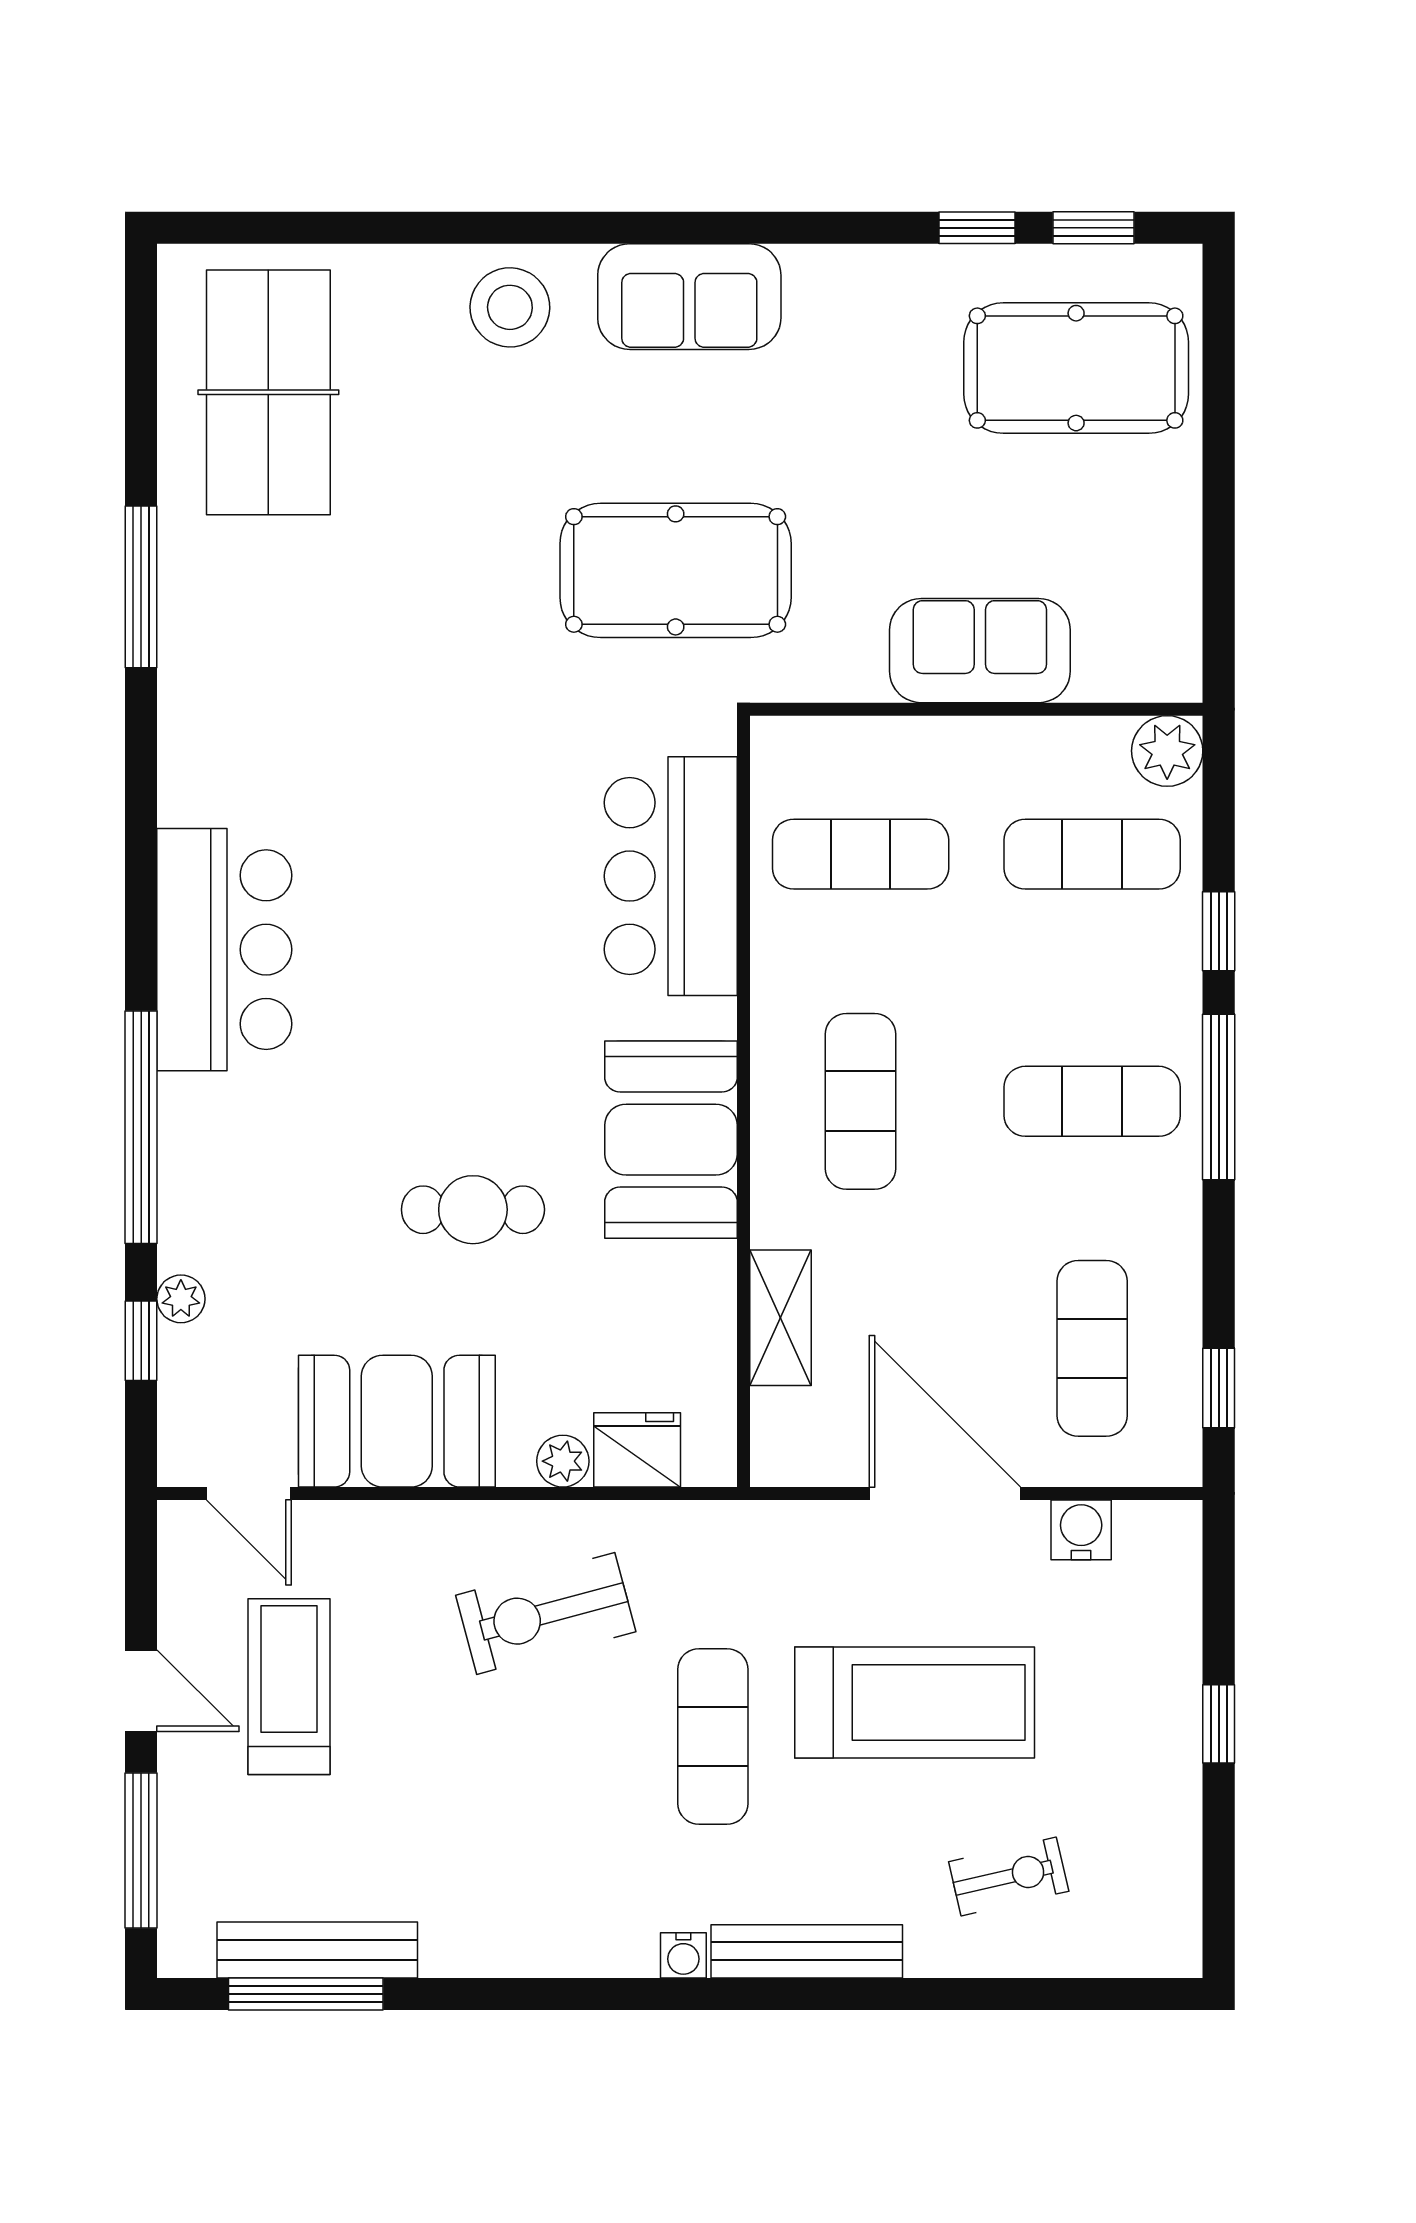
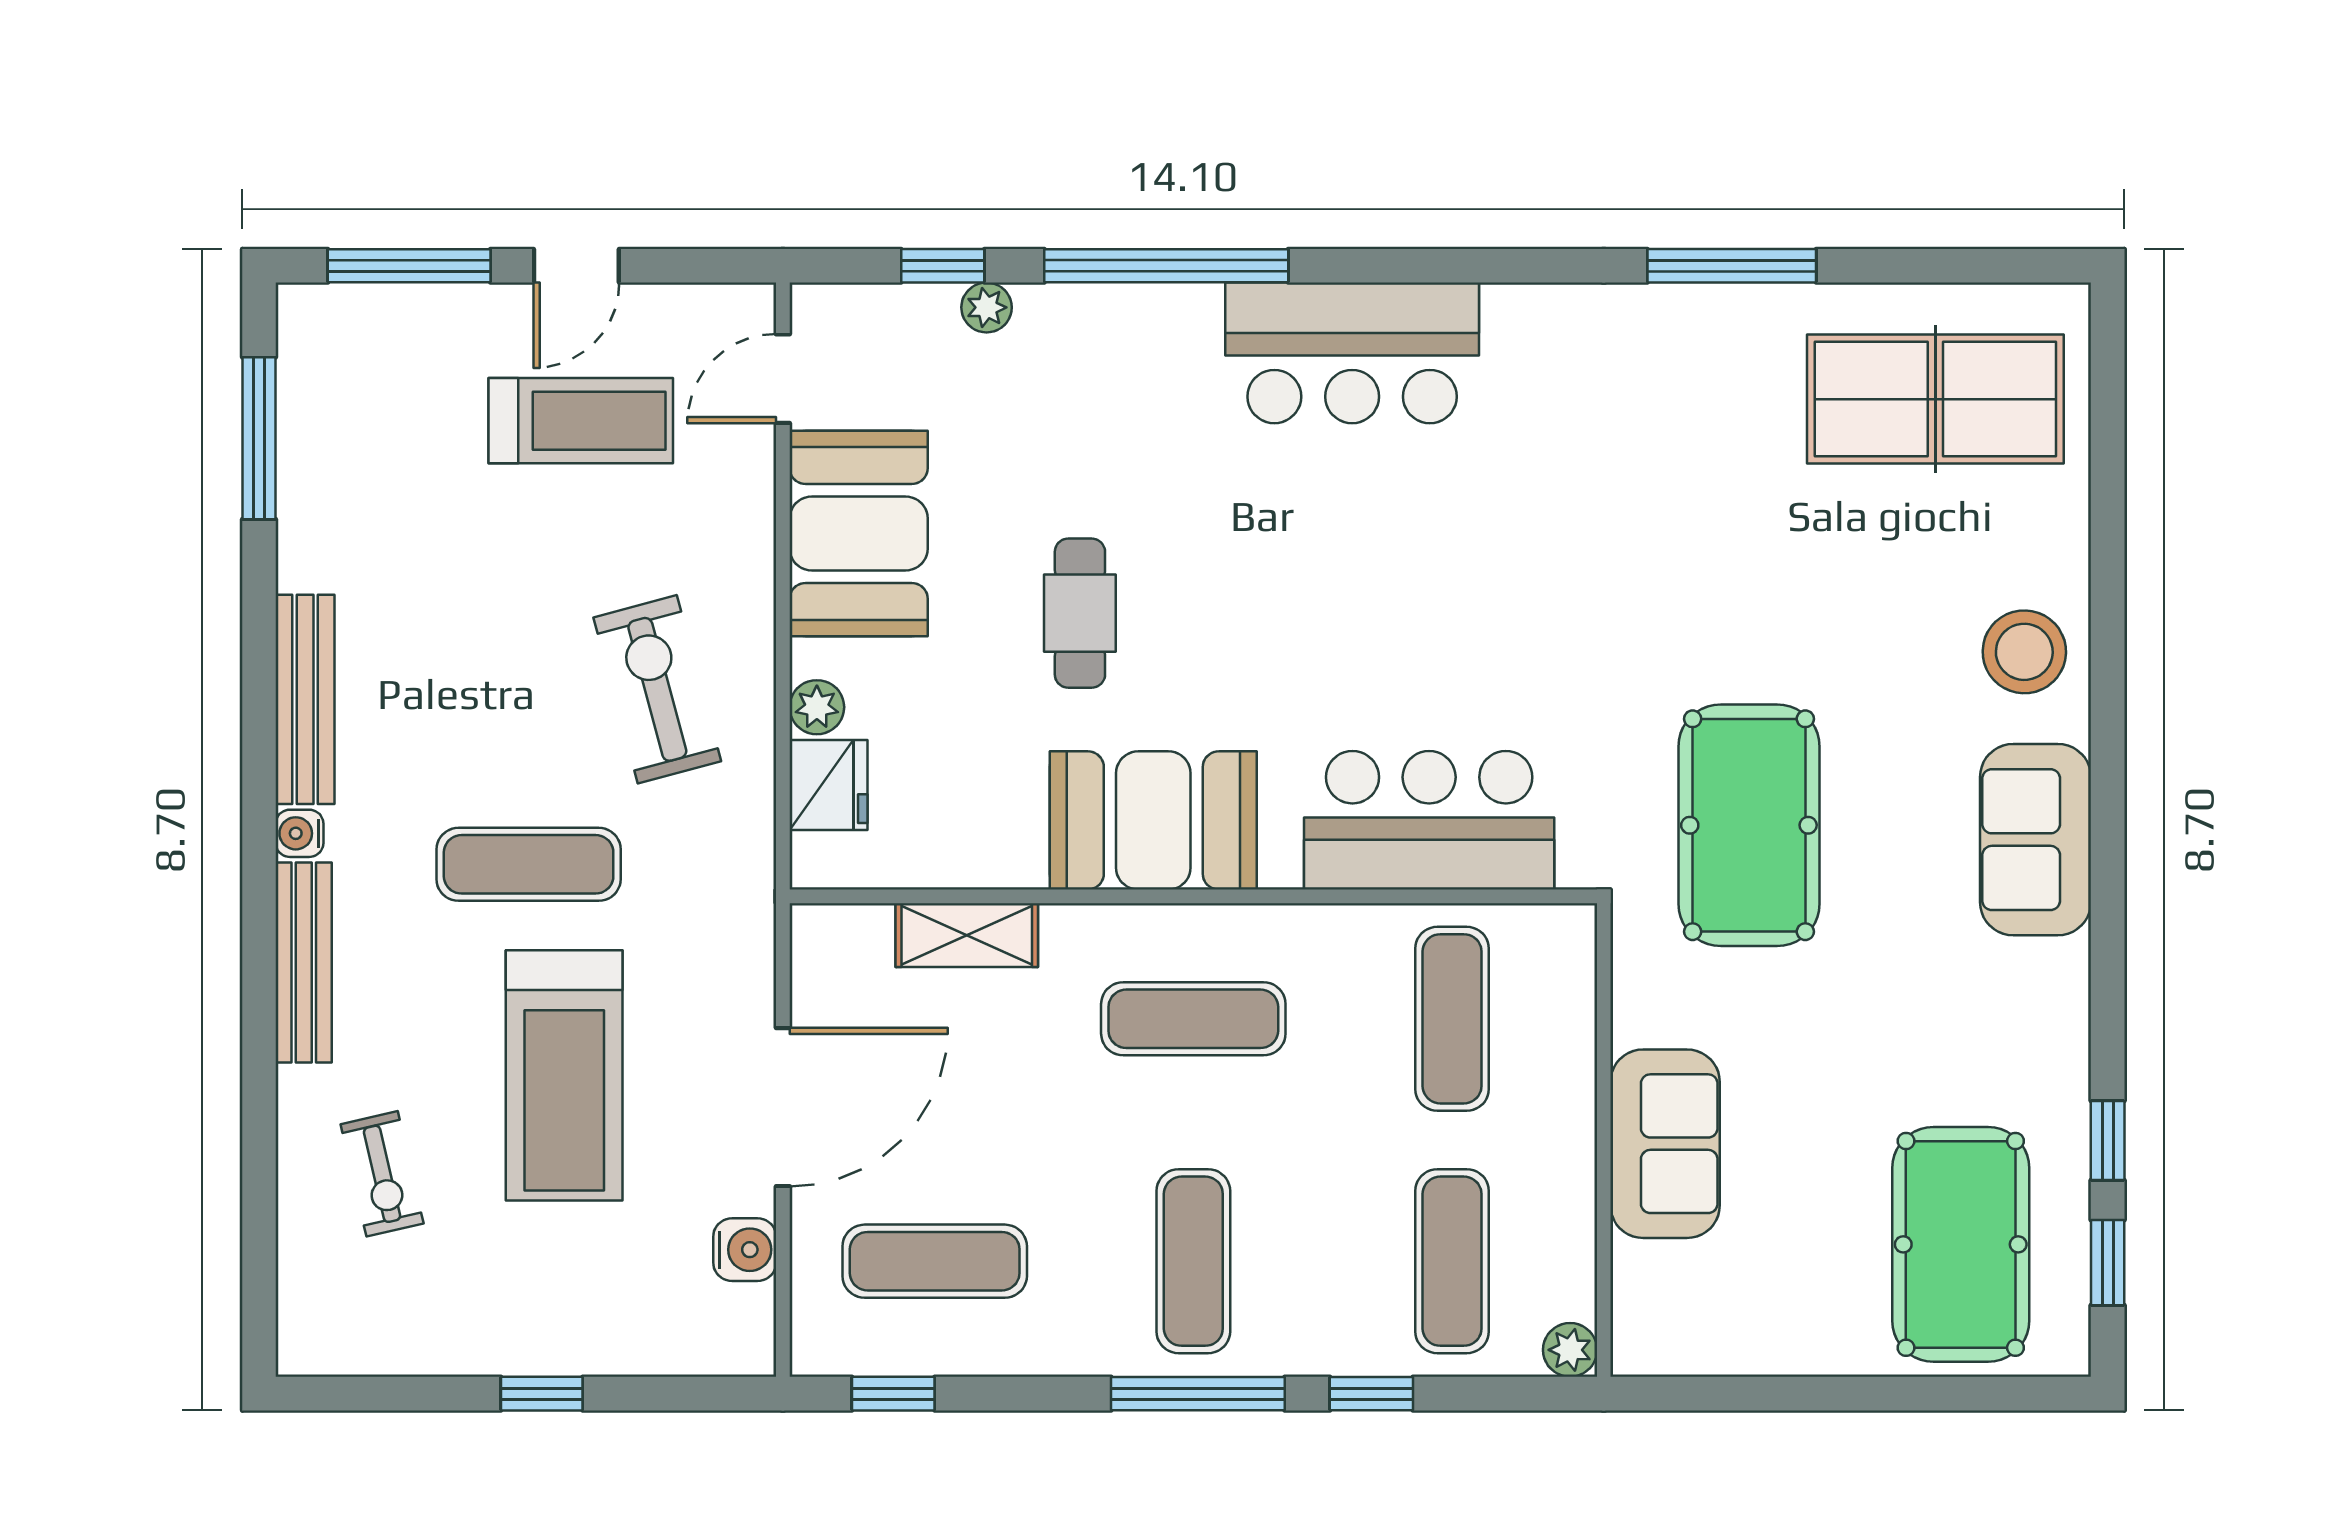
plant: (1167, 751) -> (1570, 1350), width x0.73, depth x0.73
bench: (317, 1950) -> (305, 699), moved

